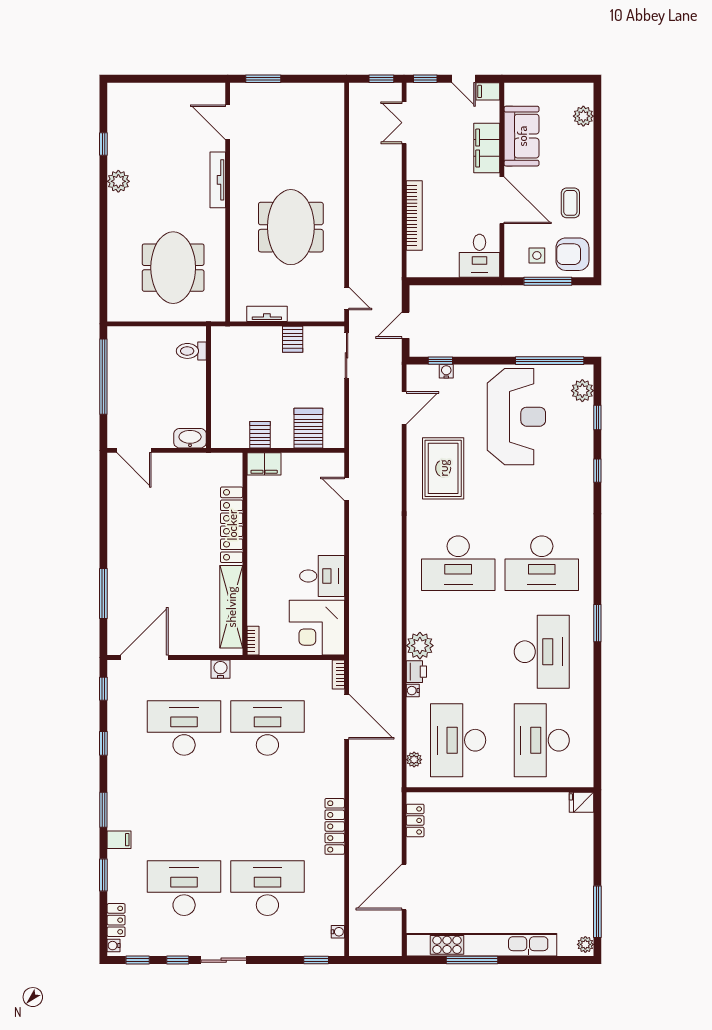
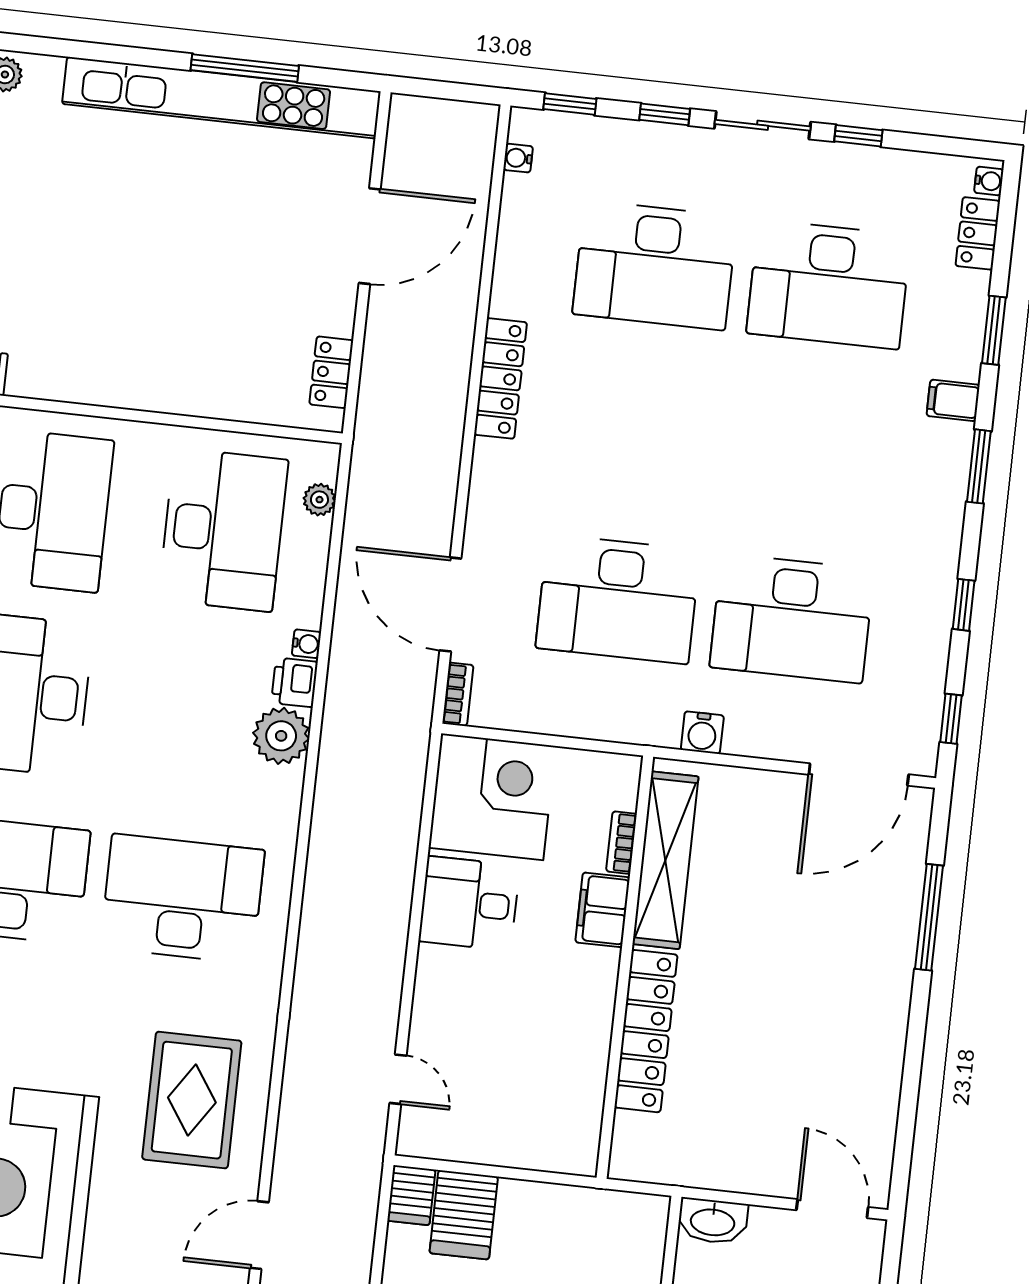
server rack: (260, 435) -> (411, 1195), moved
filing cabinet: (264, 464) -> (603, 910), moved, turned -90
bookcase: (253, 641) -> (622, 843), moved
window: (138, 960) -> (665, 114), moved

